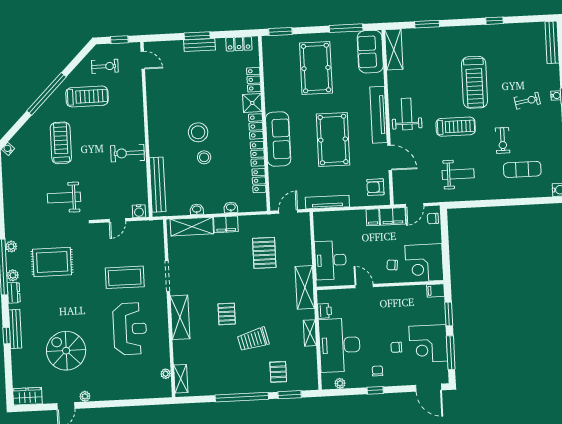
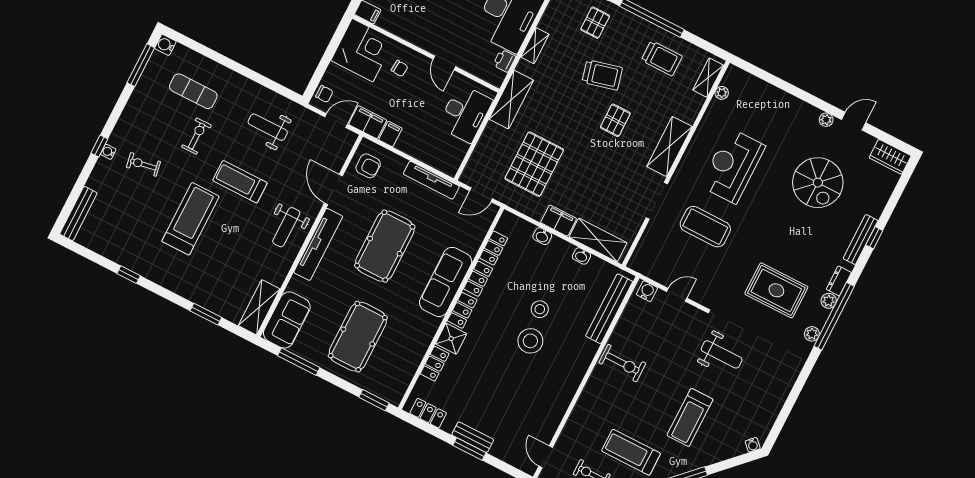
pallet: (264, 253) -> (534, 164), width x1.37, depth x1.41
trolley: (220, 374) -> (662, 58), added

